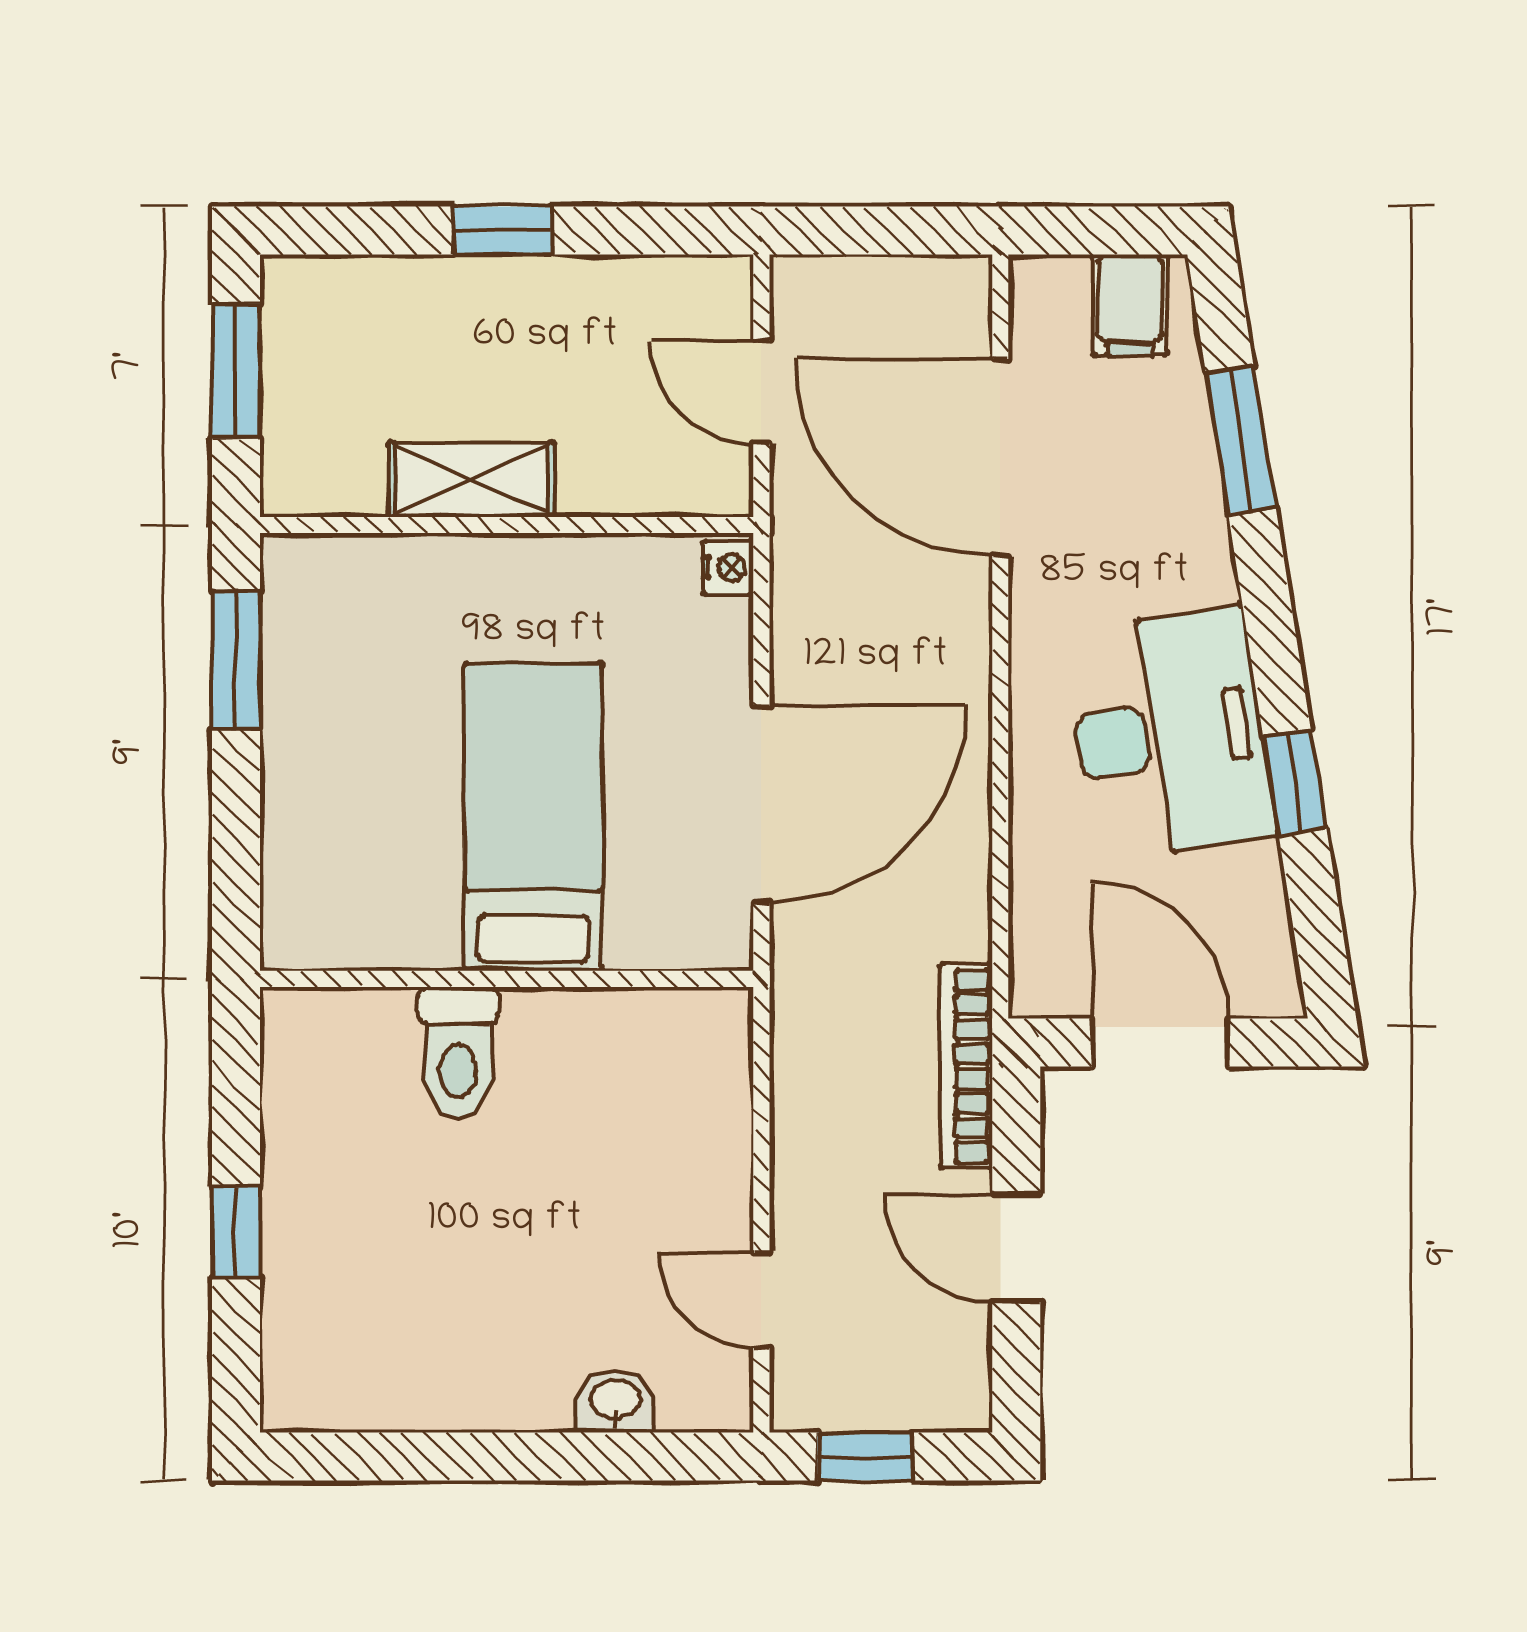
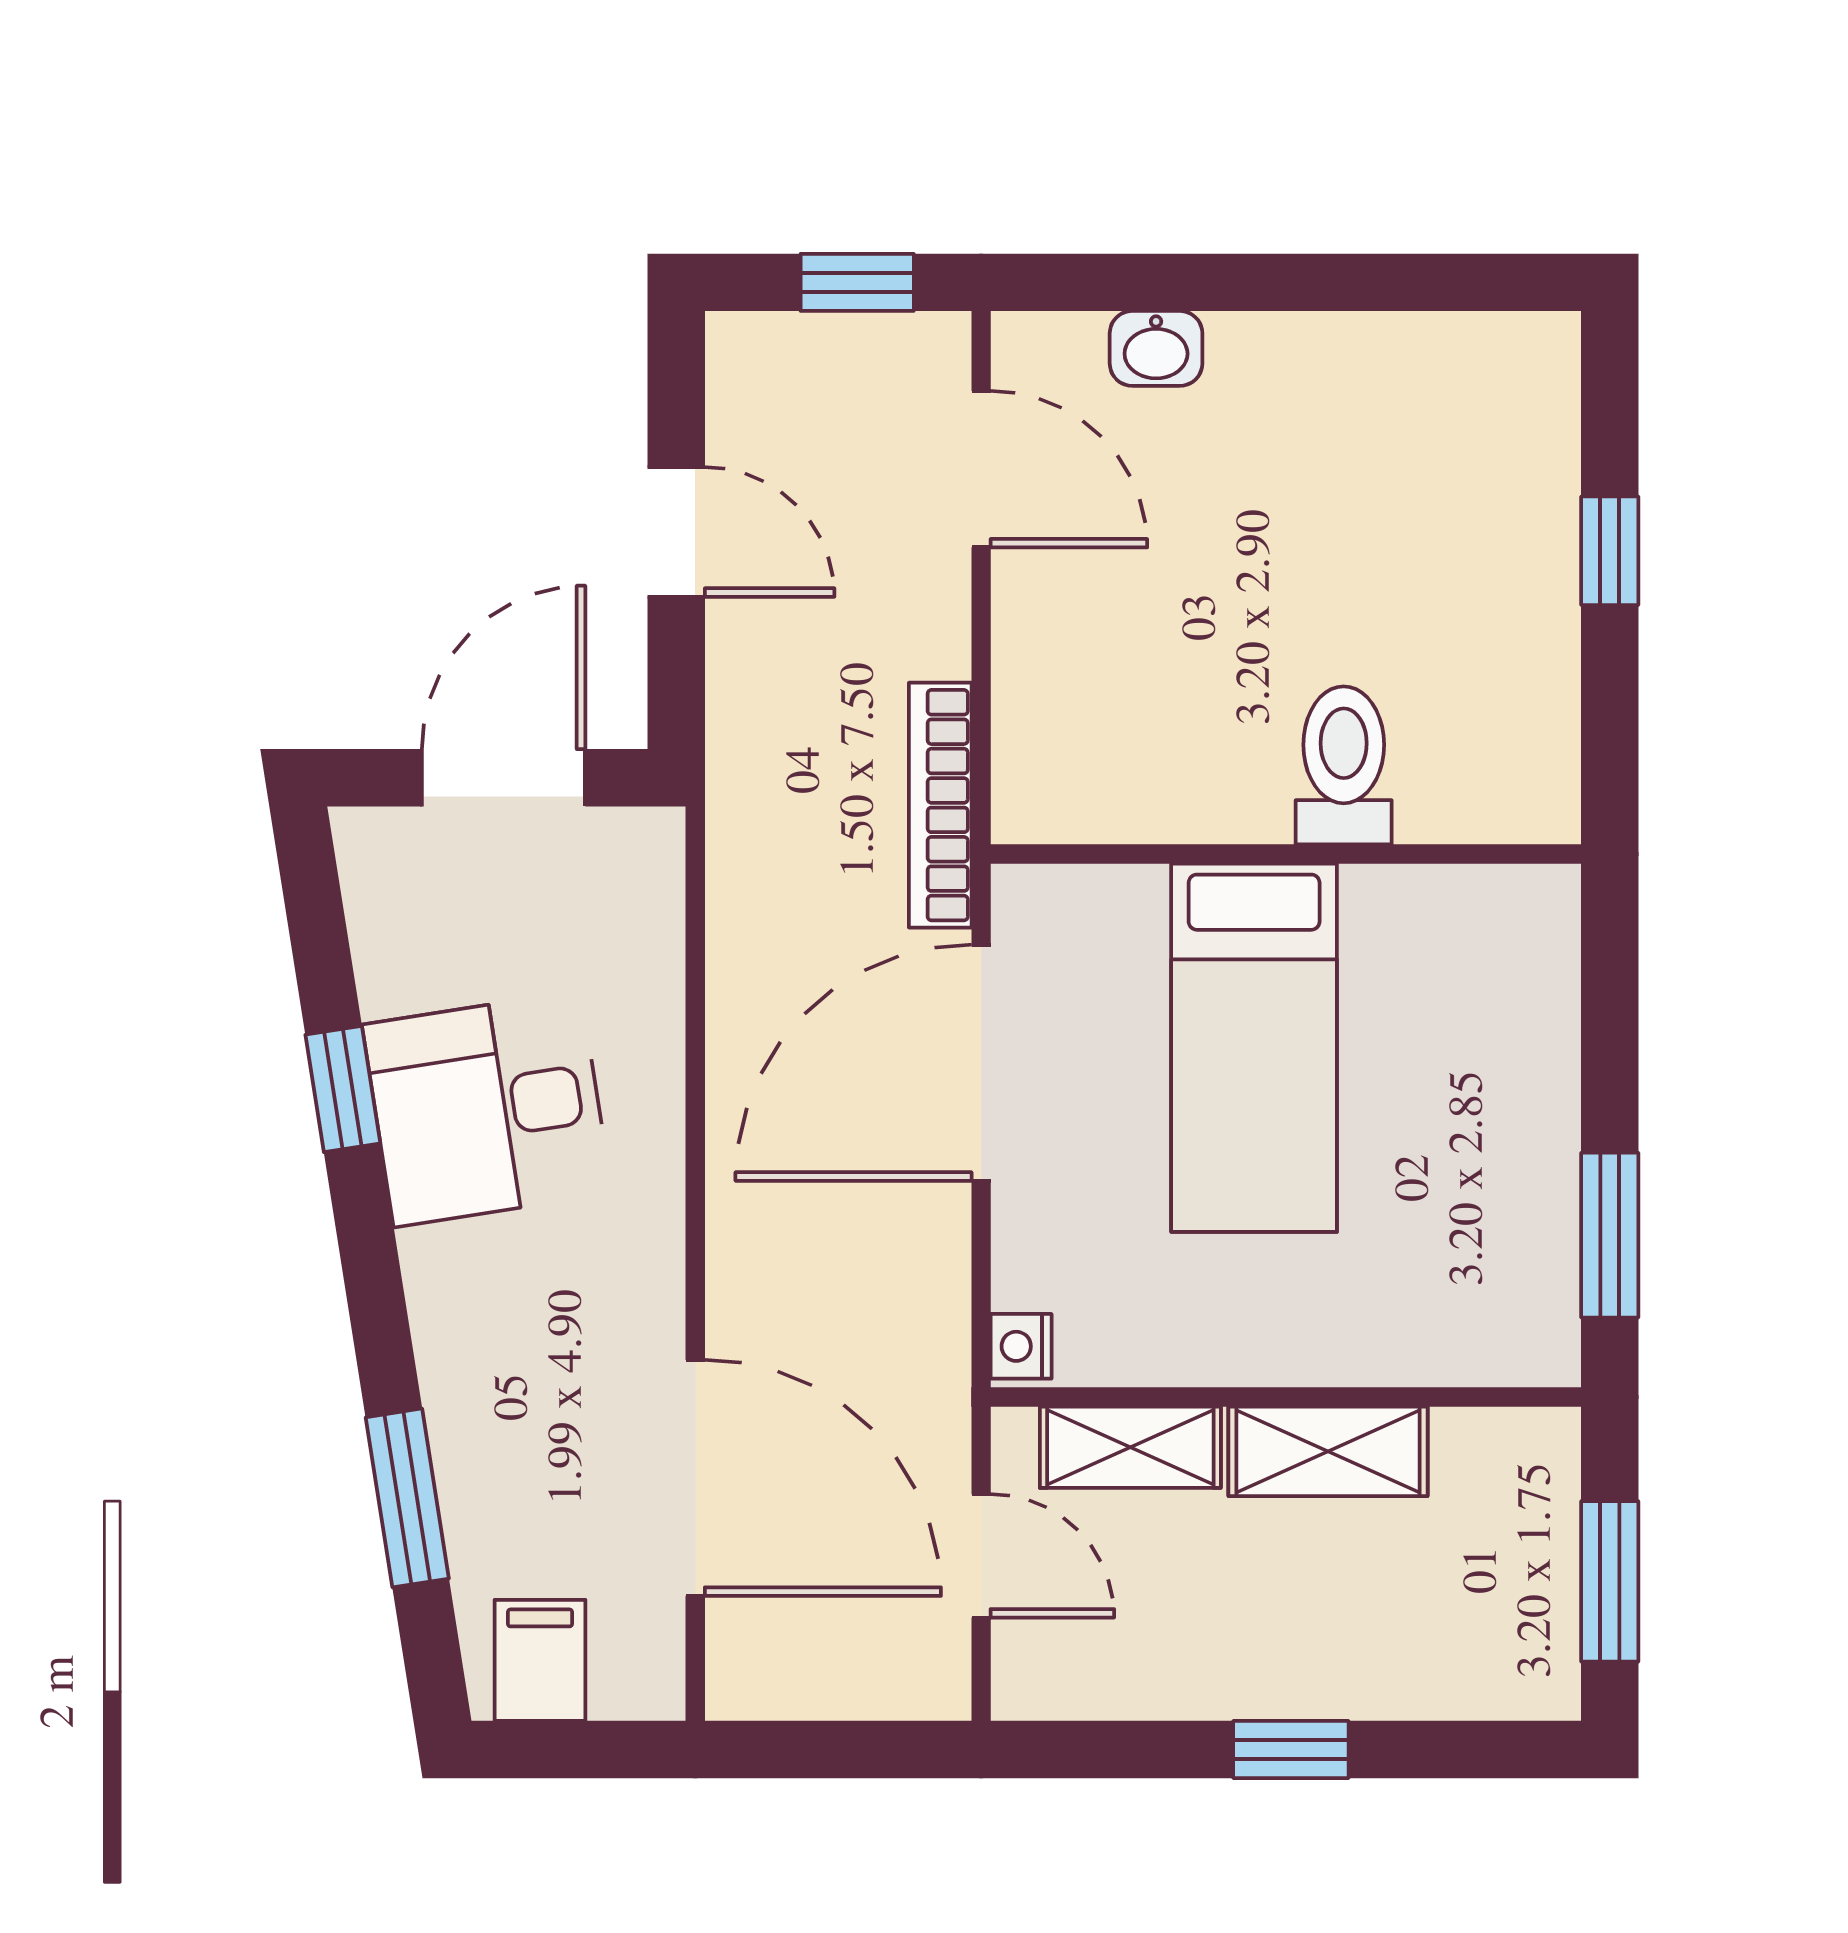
shelving: (637, 483) -> (1130, 1447), added
desk: (1169, 734) -> (487, 1109), width x0.73
door: (1160, 1043) -> (504, 778), swing flipped
bookcase: (966, 1066) -> (940, 805), moved, turned 180
door: (761, 1300) -> (981, 469), width x1.38

